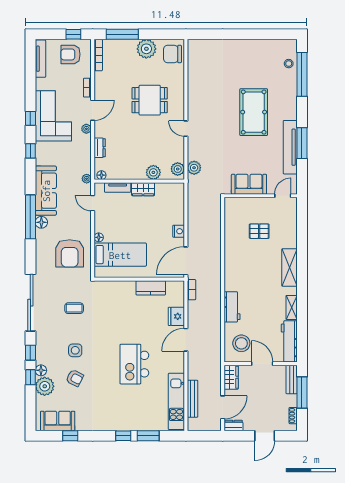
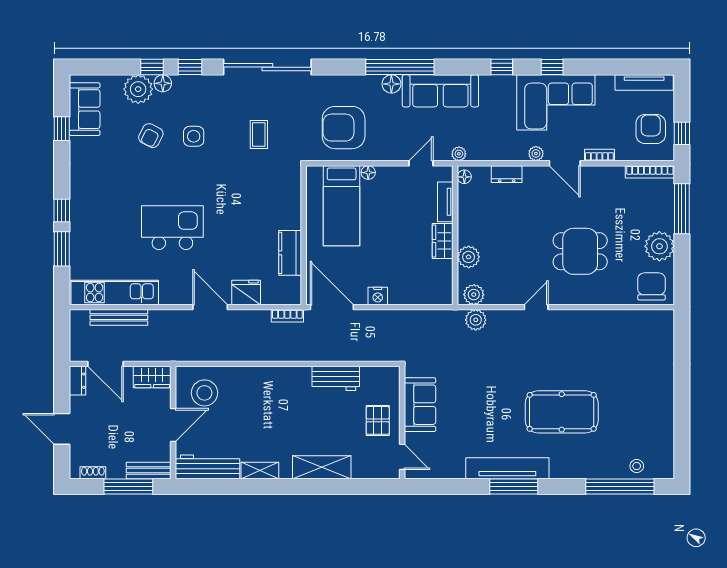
dining table: (150, 100) -> (580, 251), turned 90
sofa: (249, 184) -> (420, 405), moved
wall: (261, 196) -> (402, 423), moved
door: (283, 196) -> (402, 457), moved
workbench: (232, 307) -> (336, 378), moved

